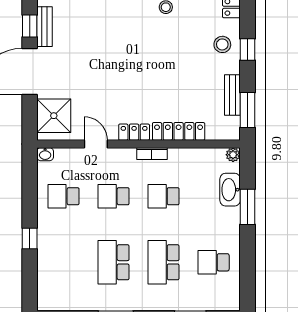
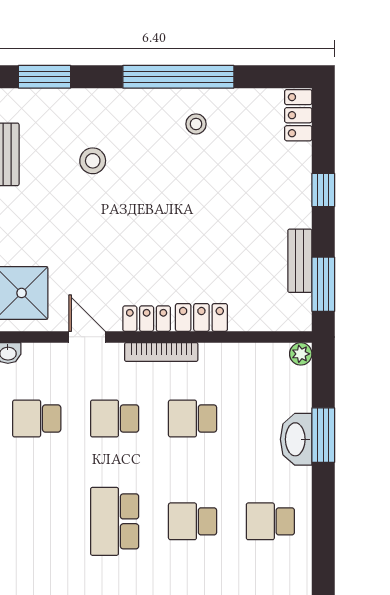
stool: (222, 44) -> (93, 161), moved
locker: (179, 131) -> (201, 317), width x0.66
bookcase: (152, 154) -> (161, 352), width x1.56
washbasin: (230, 190) -> (296, 439), moved
school desk: (164, 262) -> (193, 521), width x0.54

